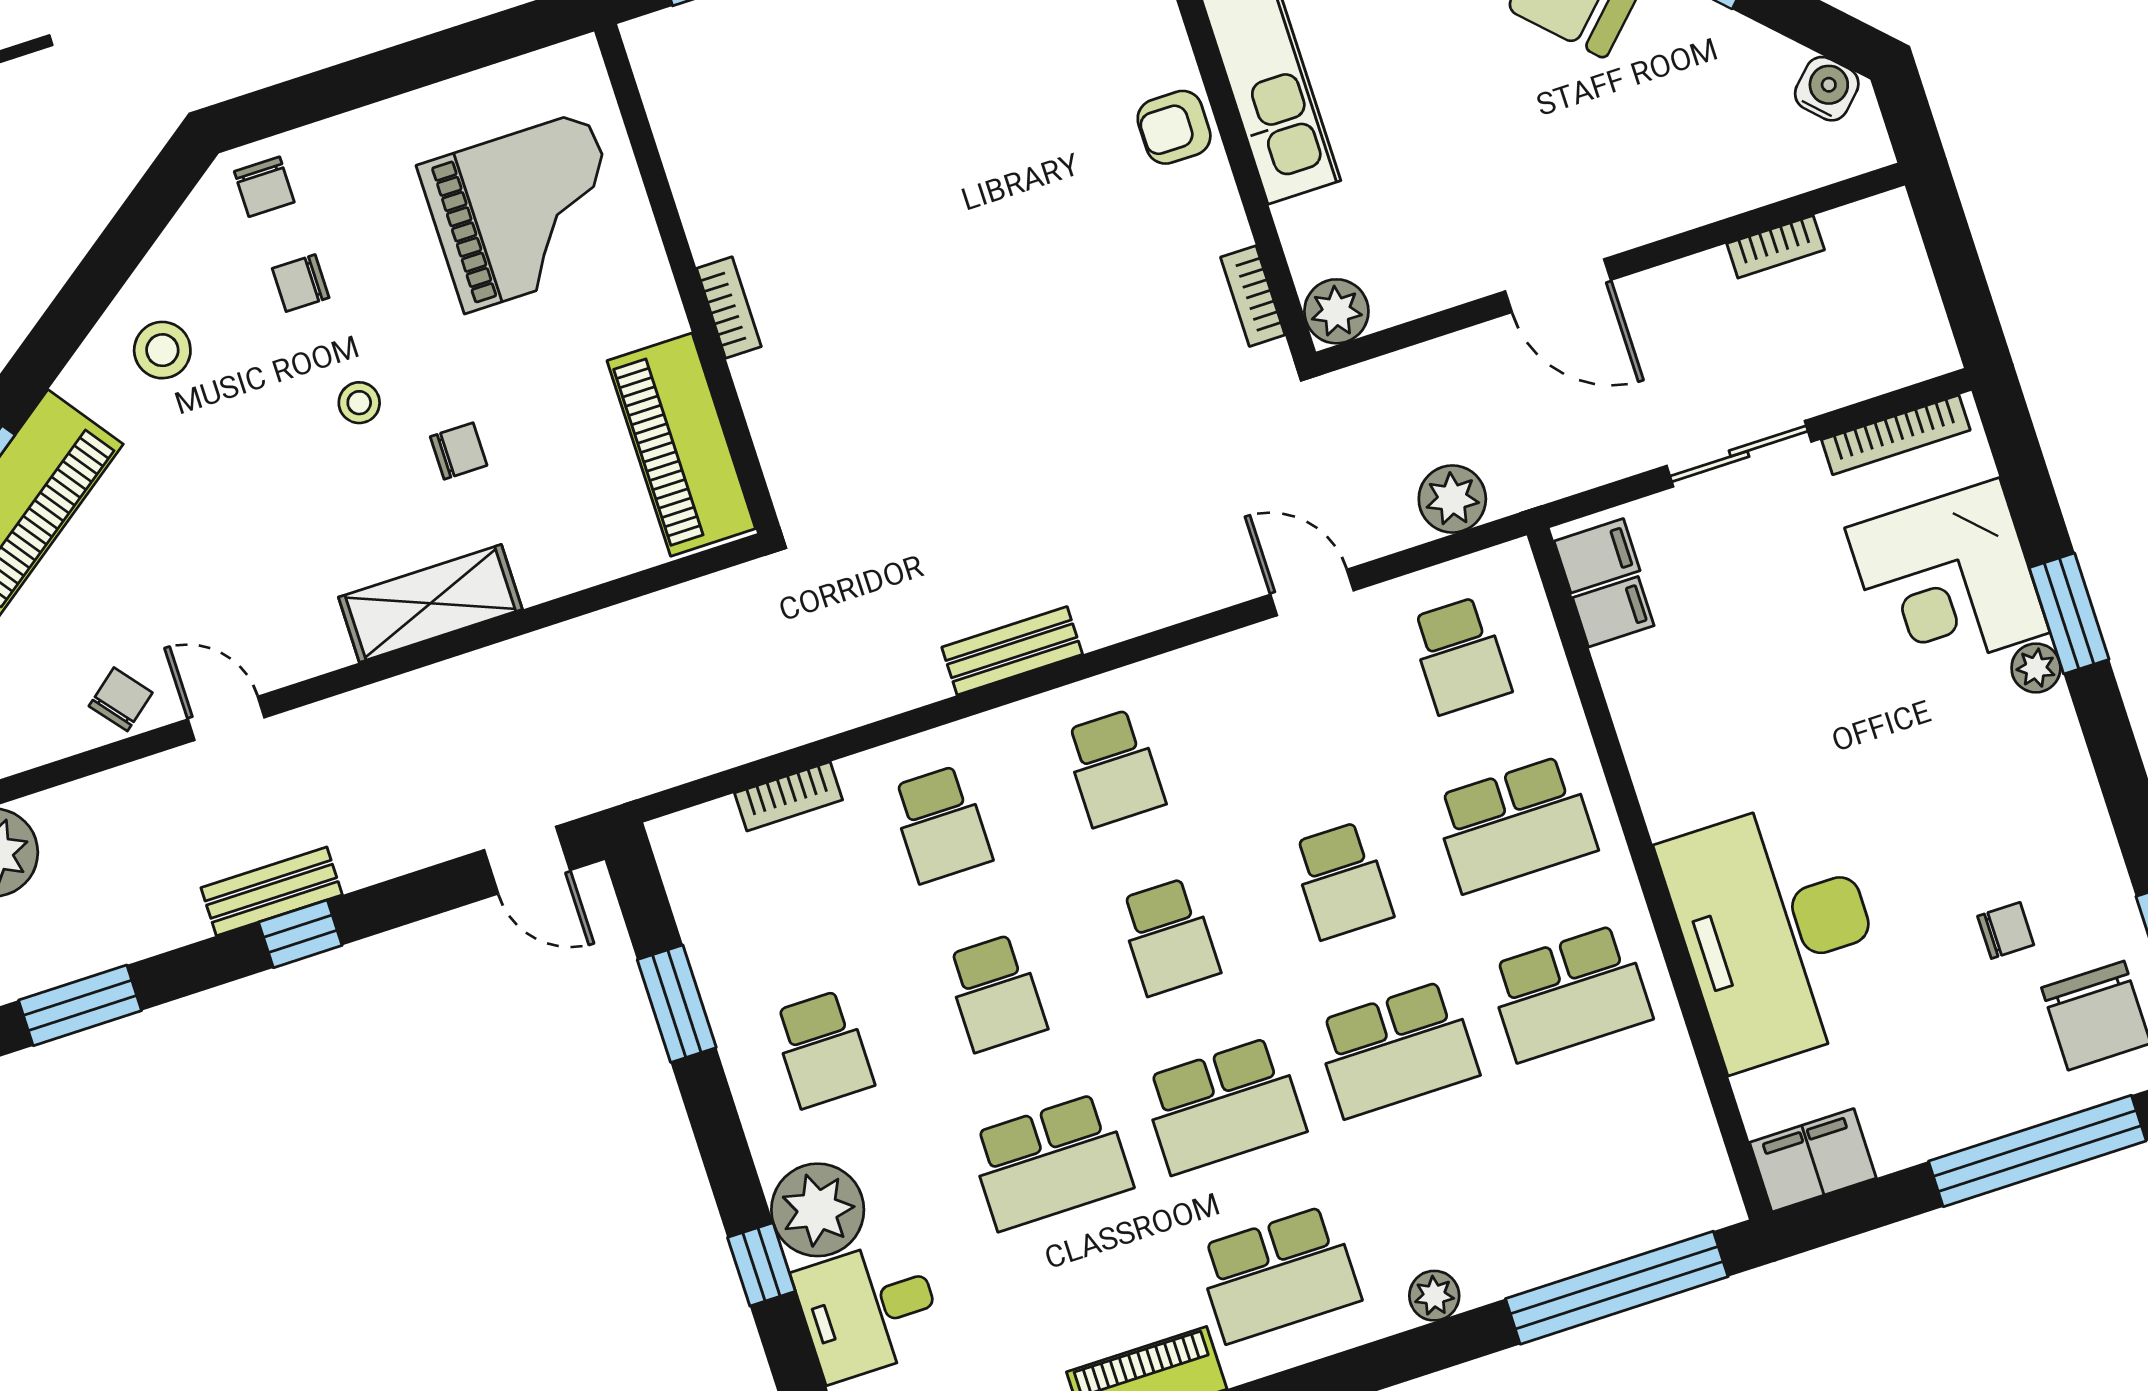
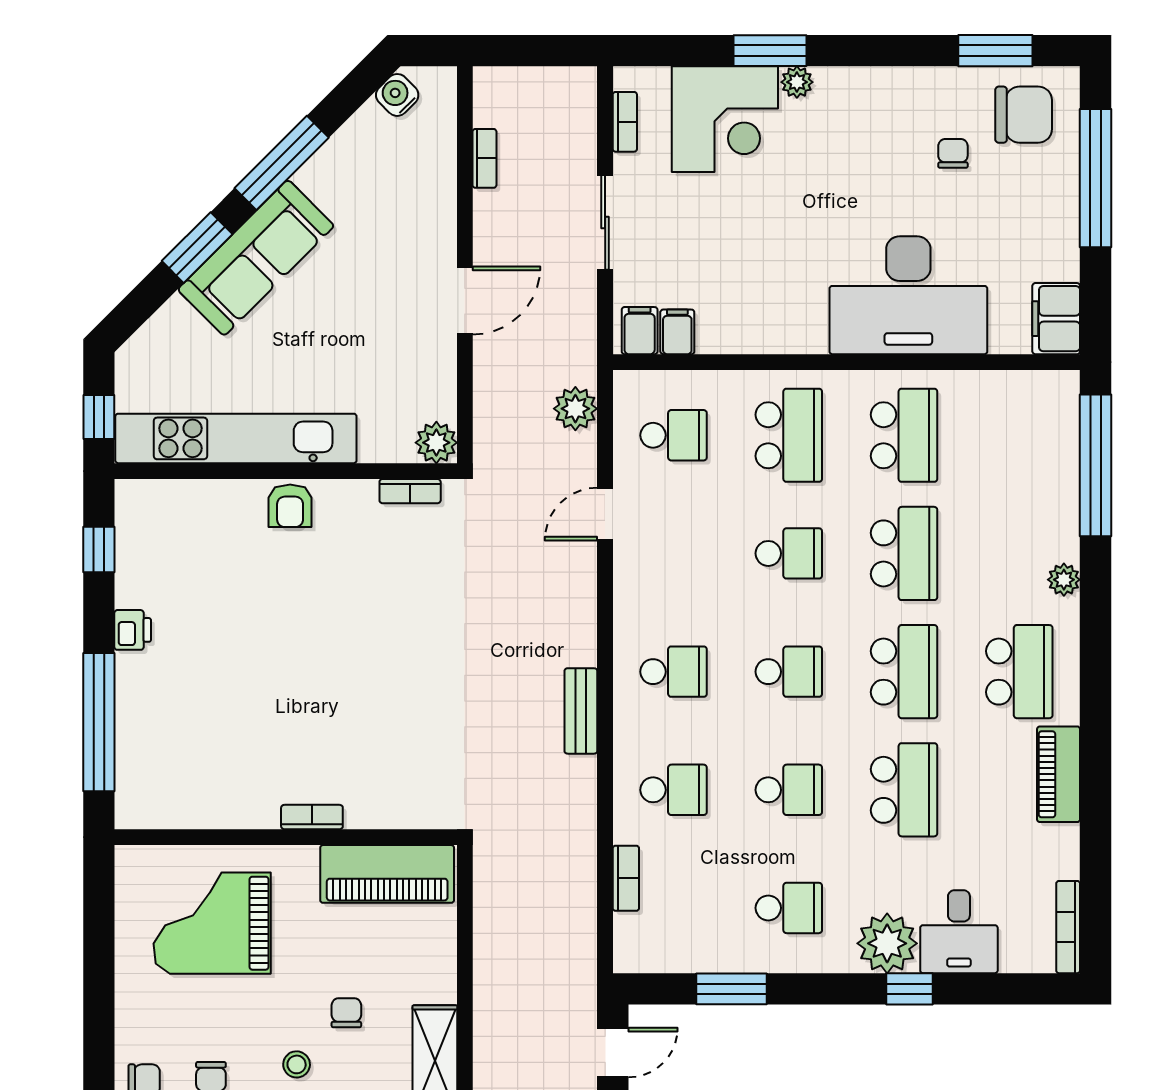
grand piano: (526, 212) -> (212, 923), turned -90
bookcase: (1896, 435) -> (625, 122), width x0.64

